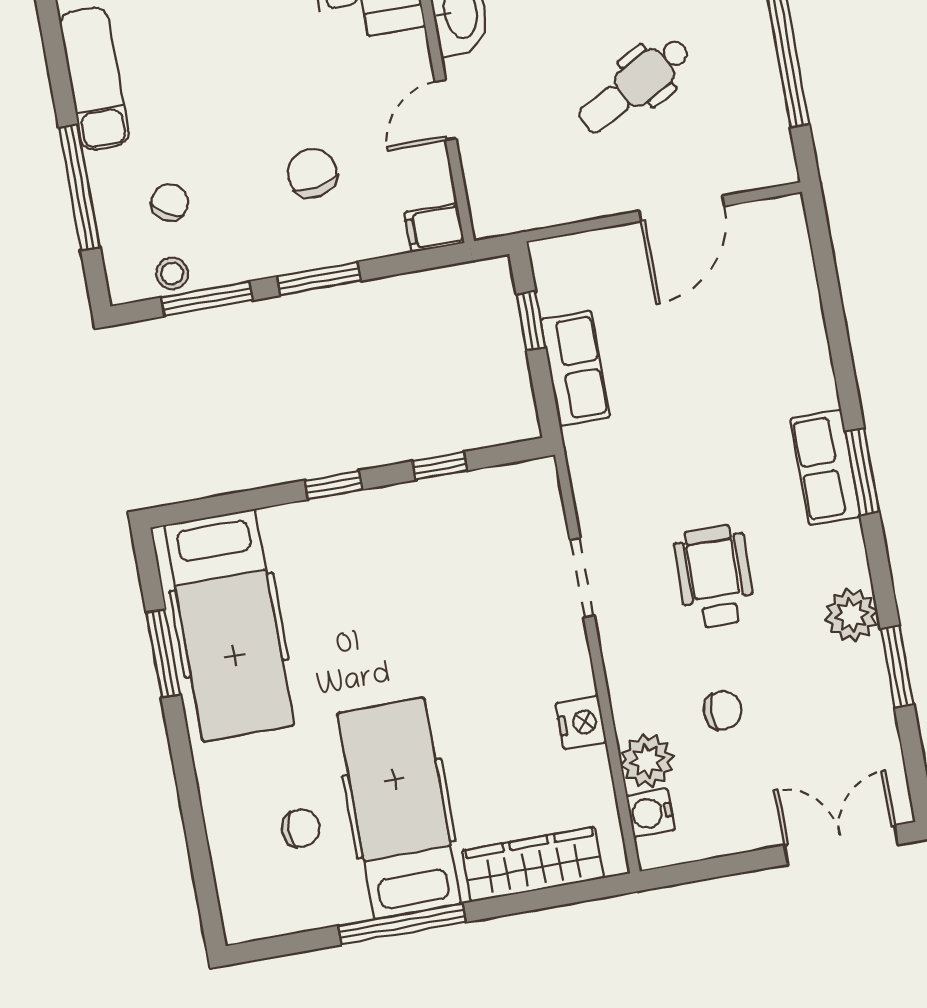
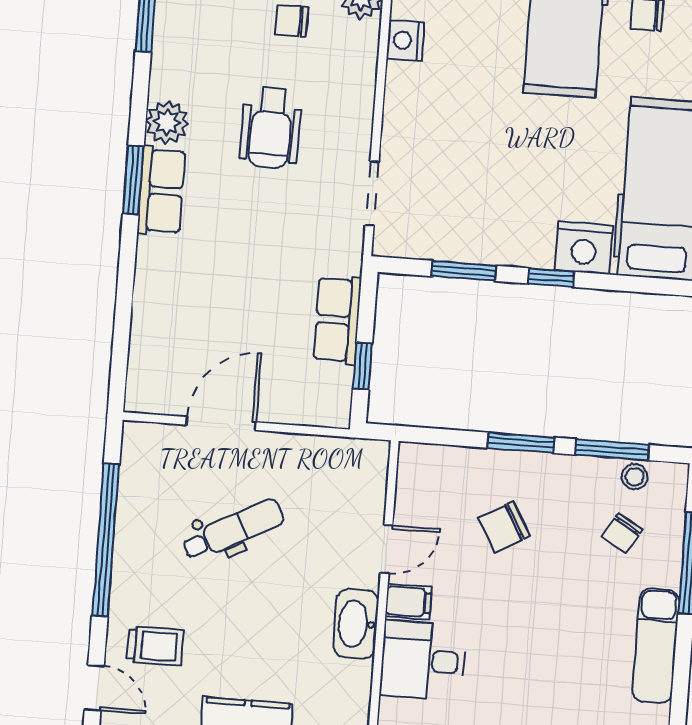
chair: (312, 173) -> (504, 527), turned 70
filing cabinet: (434, 228) -> (408, 602), moved
window: (440, 466) -> (464, 271), width x1.50
nightstand: (304, 531) -> (584, 248), added
doorway: (582, 578) -> (372, 194), moved
plant: (851, 615) -> (167, 122), moved

